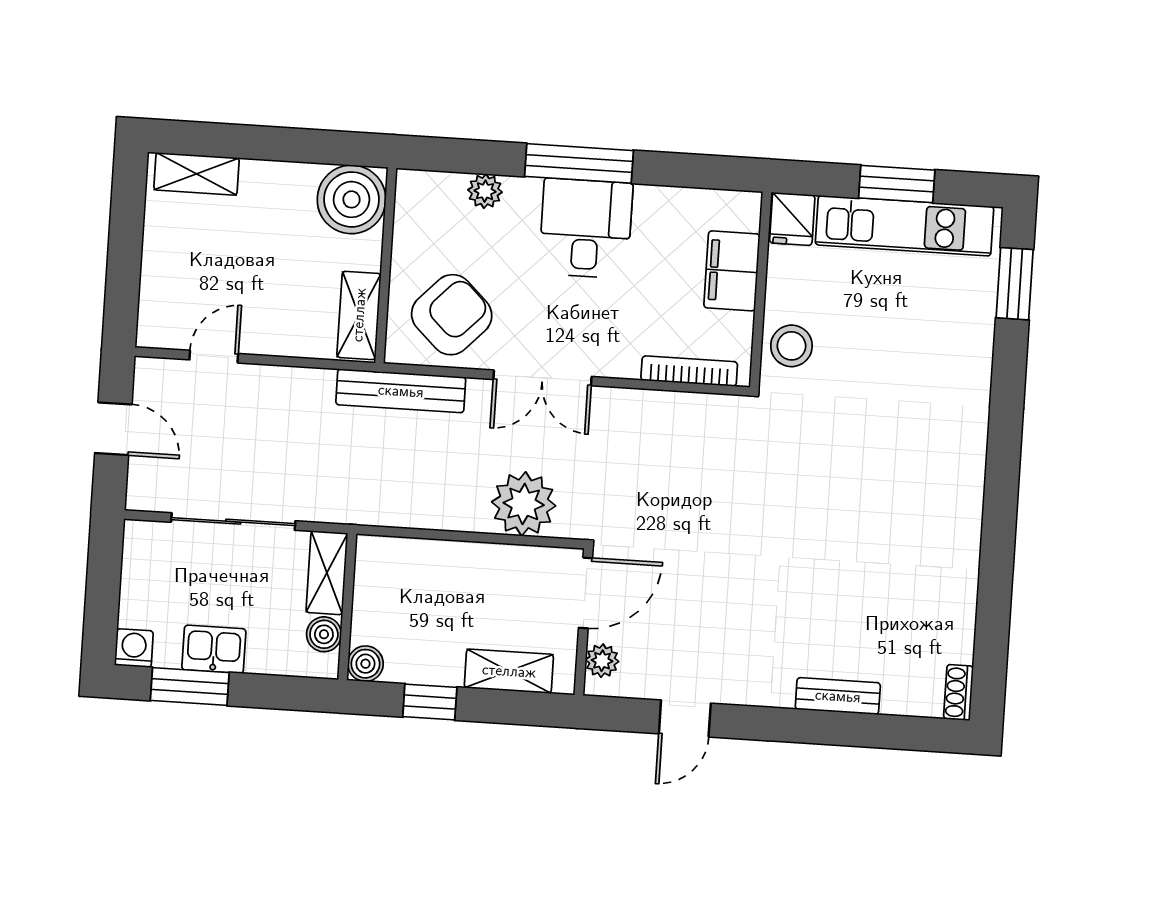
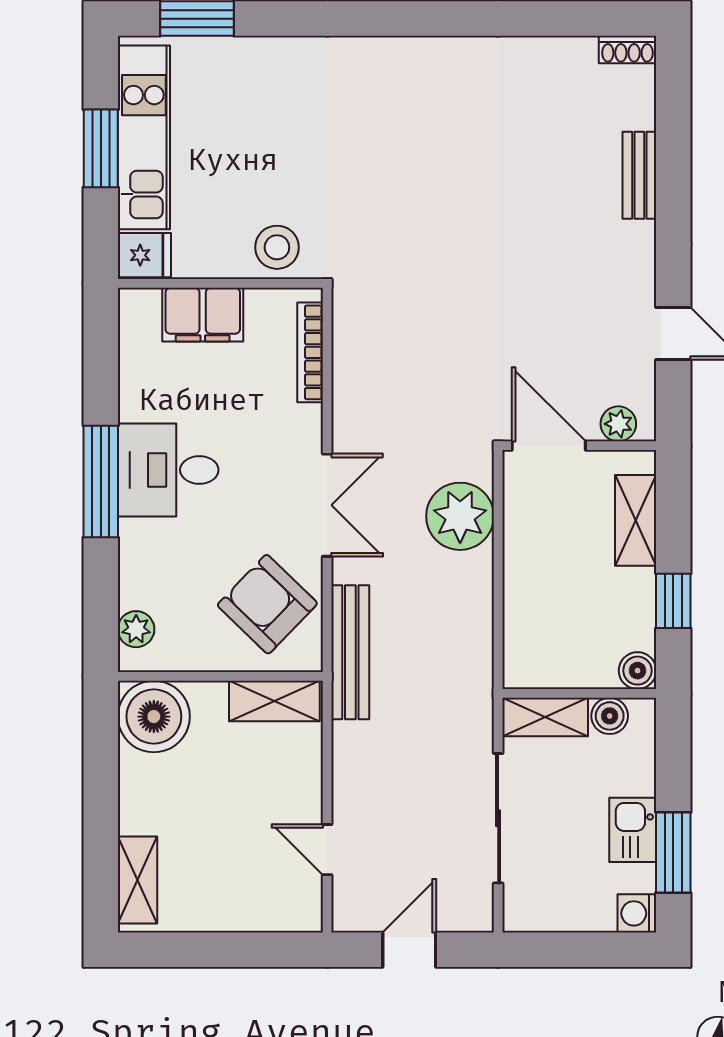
plant: (485, 191) -> (136, 629), moved

